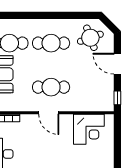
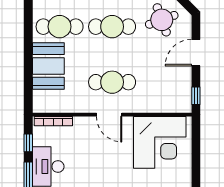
door: (117, 64) -> (196, 53), hinge flipped
corner desk: (89, 129) -> (160, 142), width x1.36, depth x1.36

